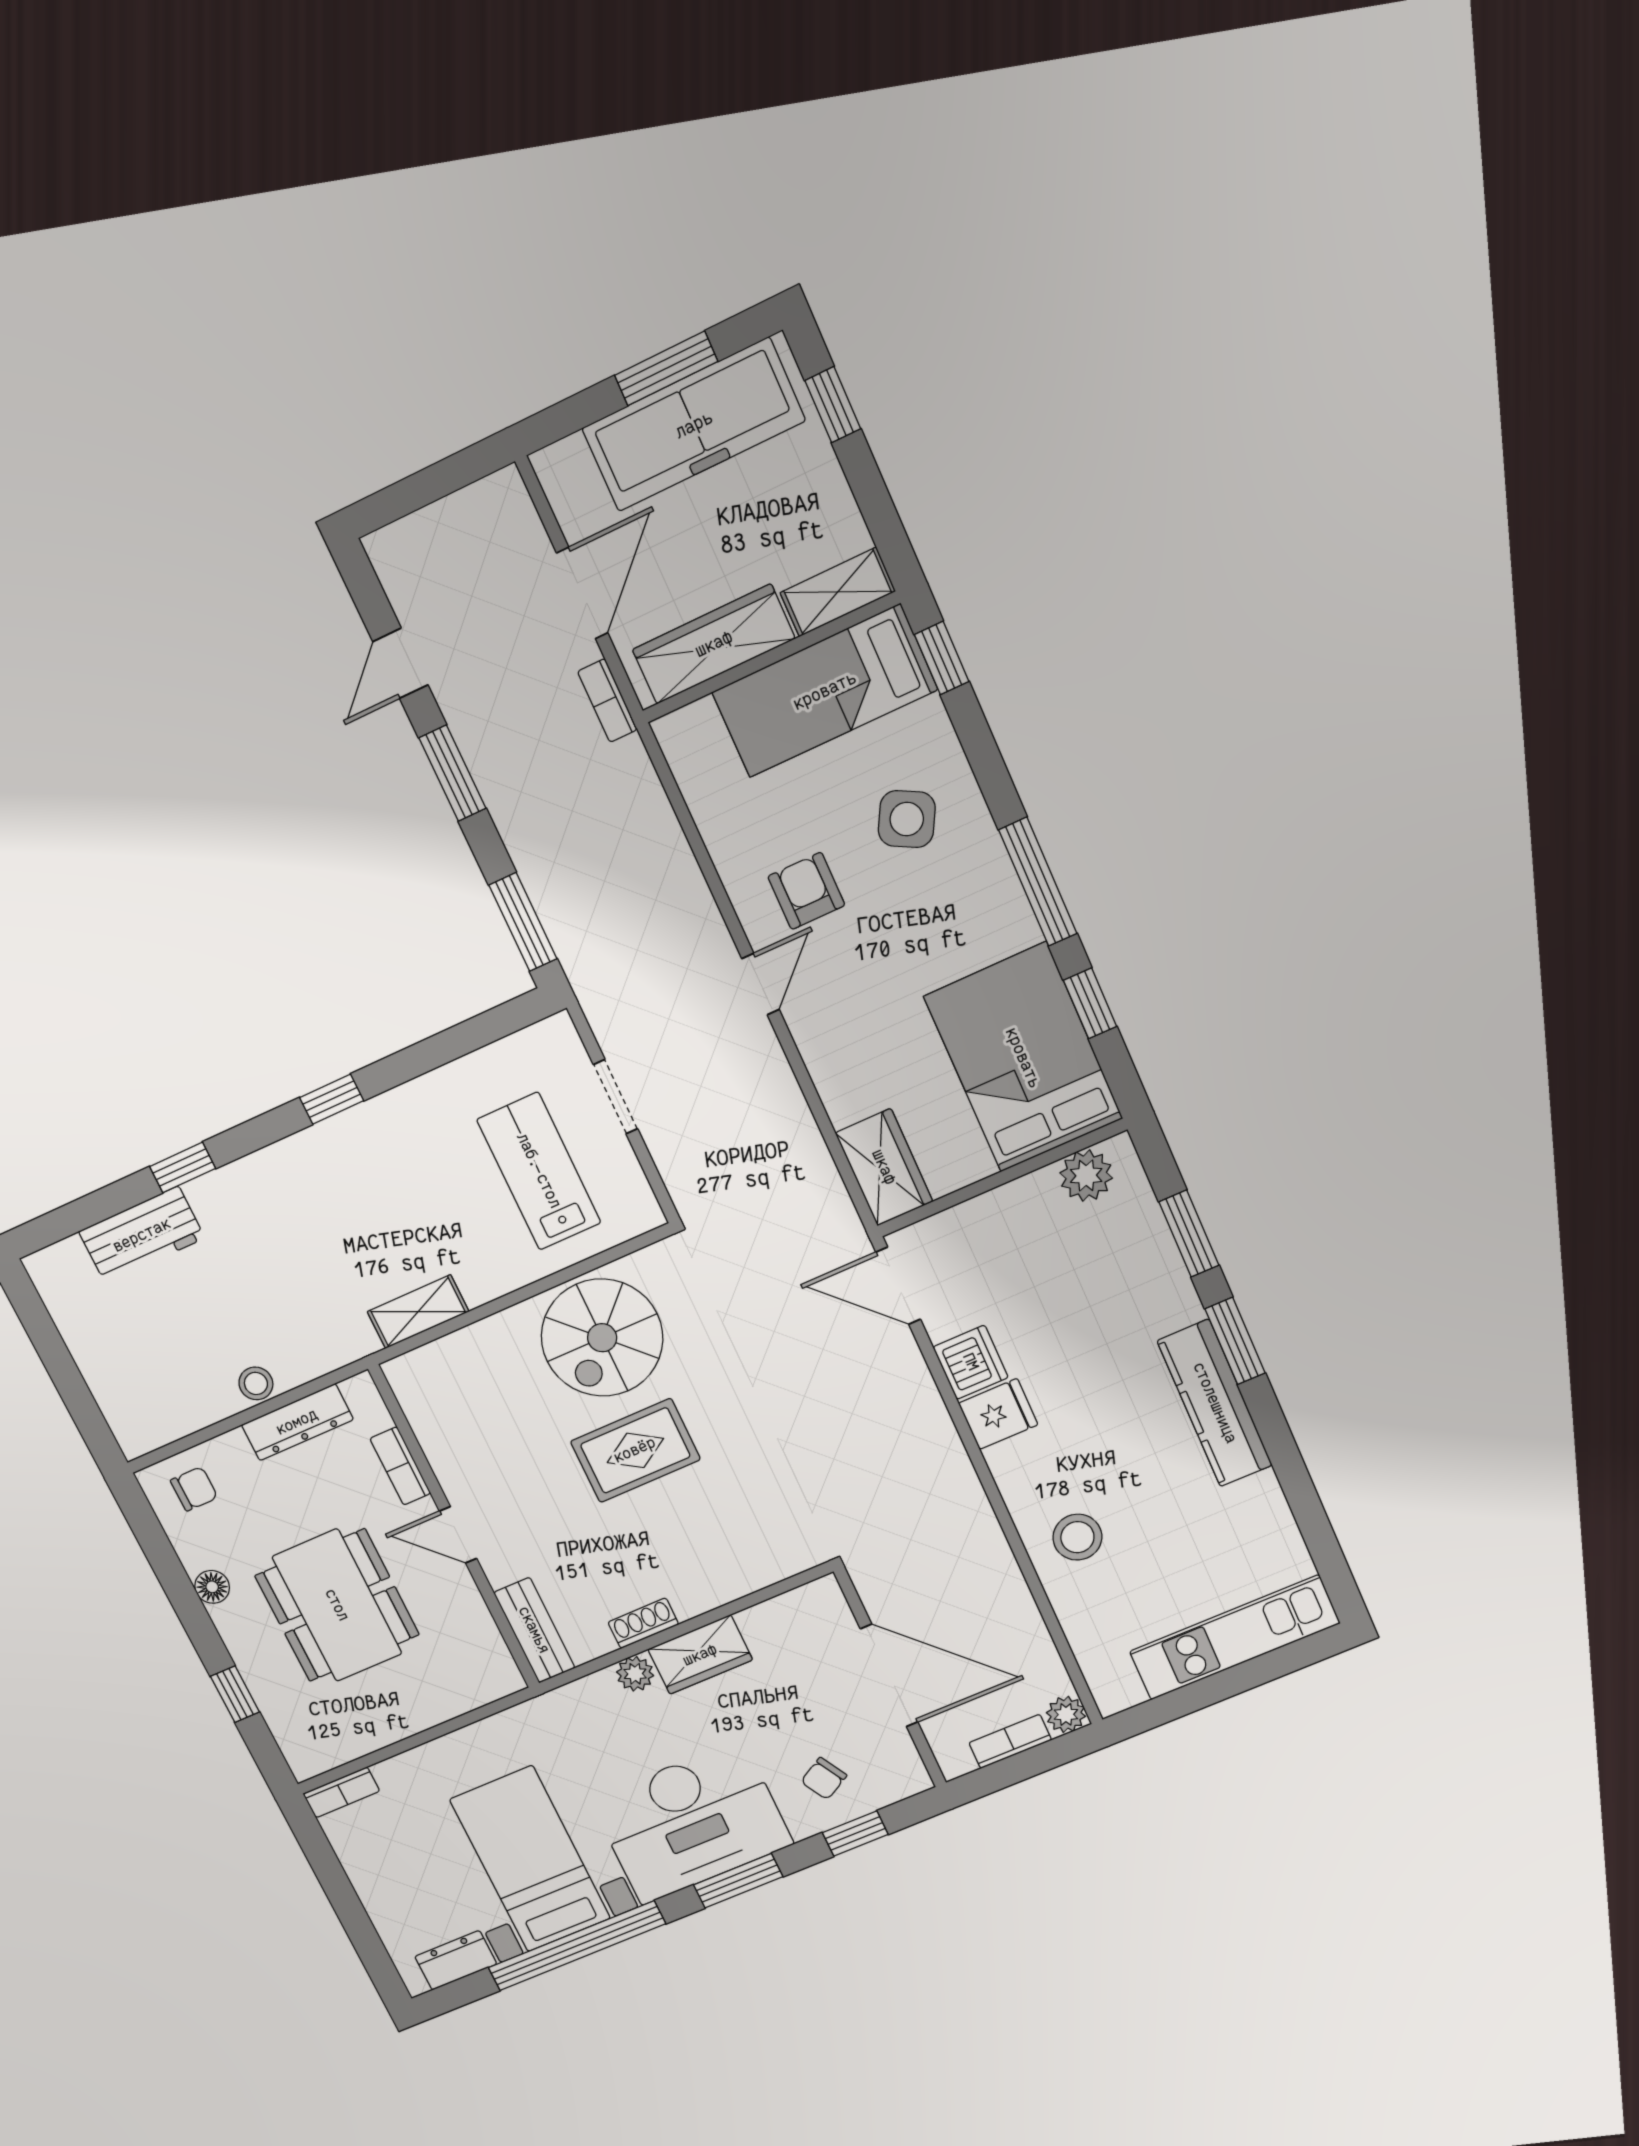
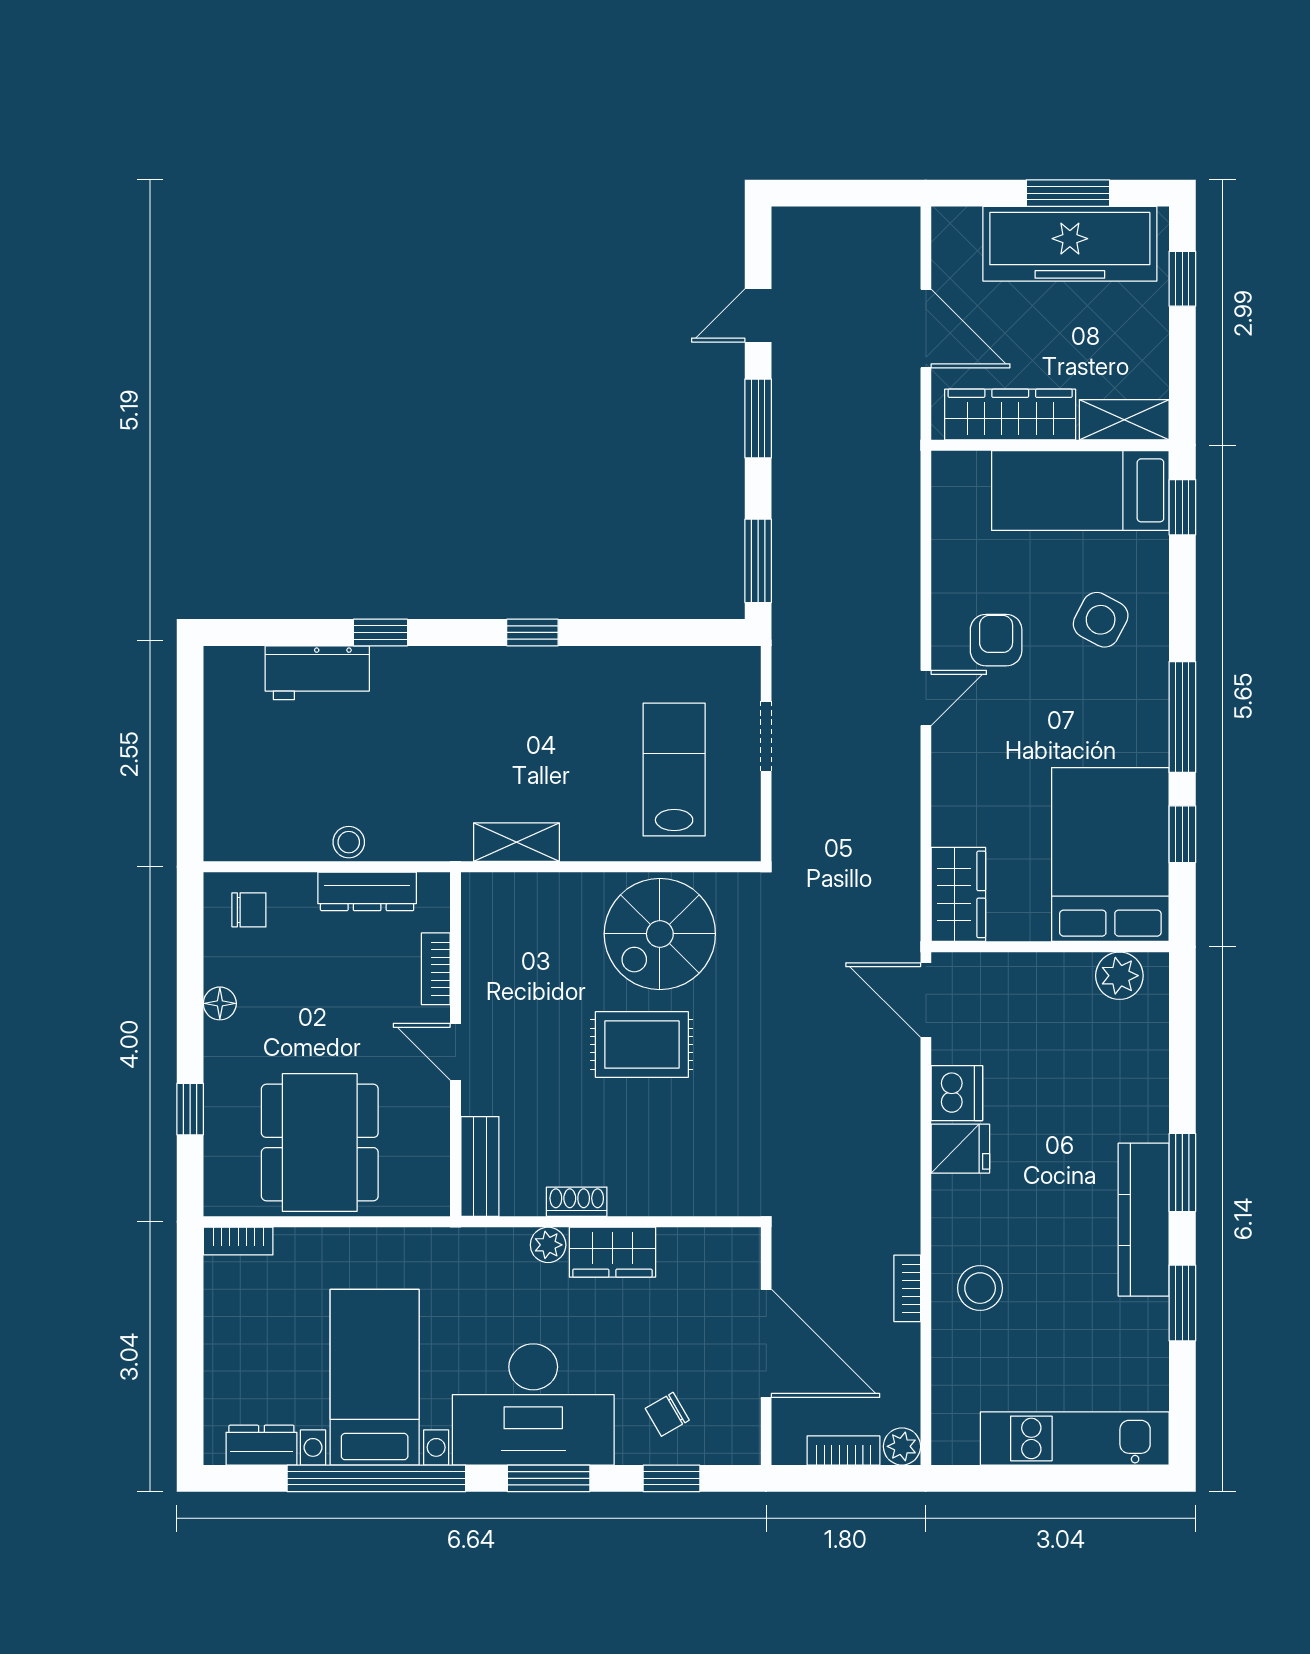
door: (582, 593) -> (926, 328), hinge flipped
bookcase: (607, 701) -> (907, 1288), moved
window: (1189, 1234) -> (1182, 1303), moved
dining table: (337, 1605) -> (320, 1143), moved

